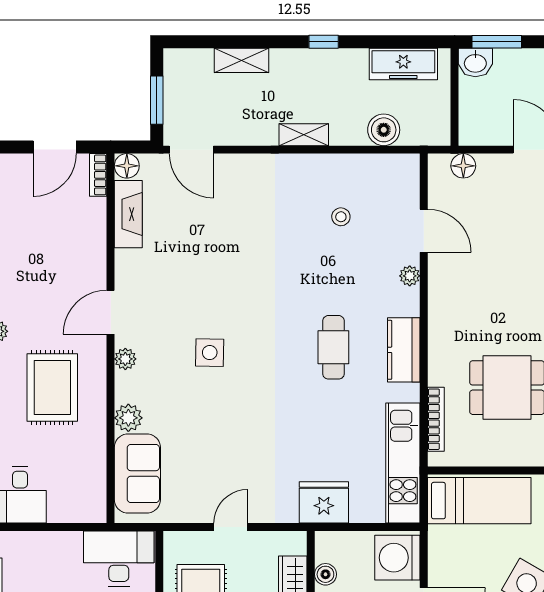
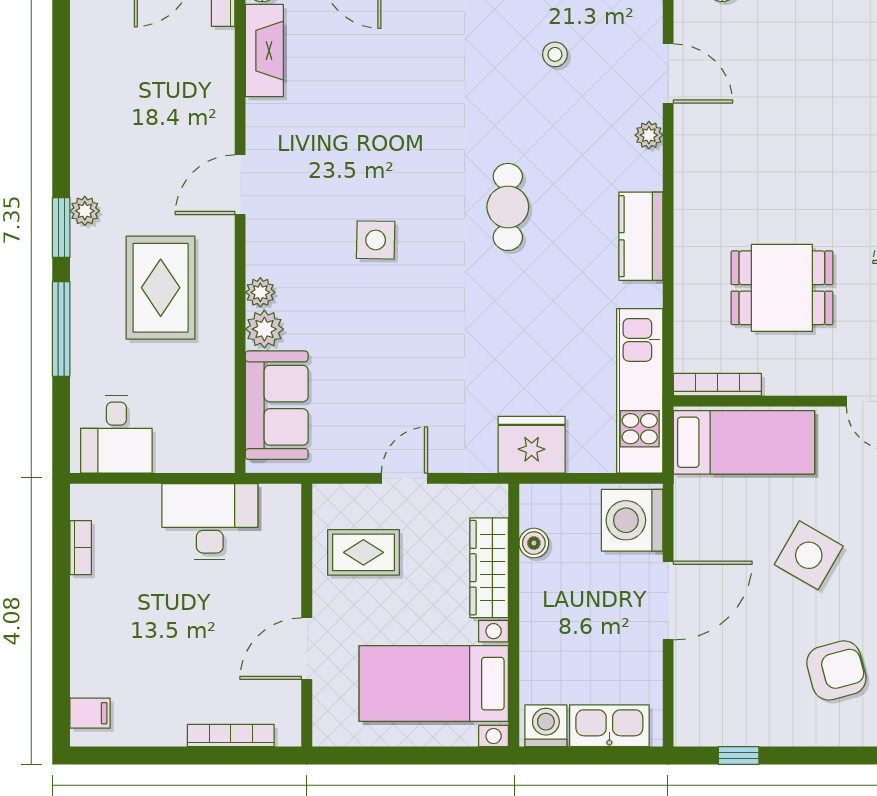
cafe table: (333, 347) -> (508, 207), moved
plant: (125, 359) -> (260, 292), moved
bookcase: (436, 419) -> (717, 385), moved, turned -90
desk: (119, 558) -> (210, 521), moved

